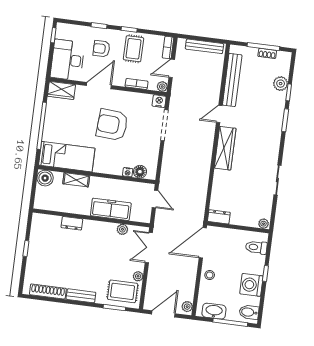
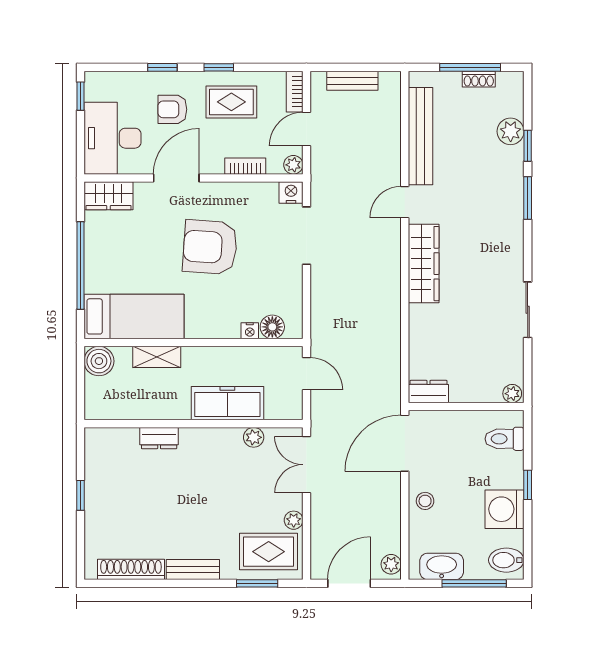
bench: (204, 46) -> (352, 81), width x0.73
rug: (134, 49) -> (231, 102), turned 90

